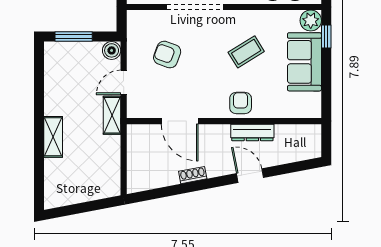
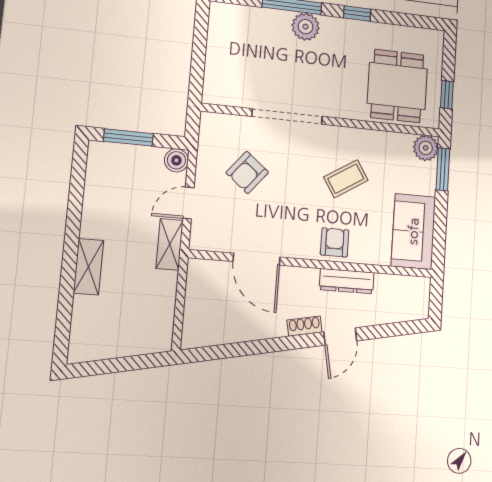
window: (326, 37) -> (443, 169), width x1.50
armchair: (167, 55) -> (247, 172), turned -71
sofa: (304, 62) -> (413, 231), moved
shoe rack: (193, 175) -> (304, 326), moved
door: (250, 176) -> (340, 336), swing flipped

